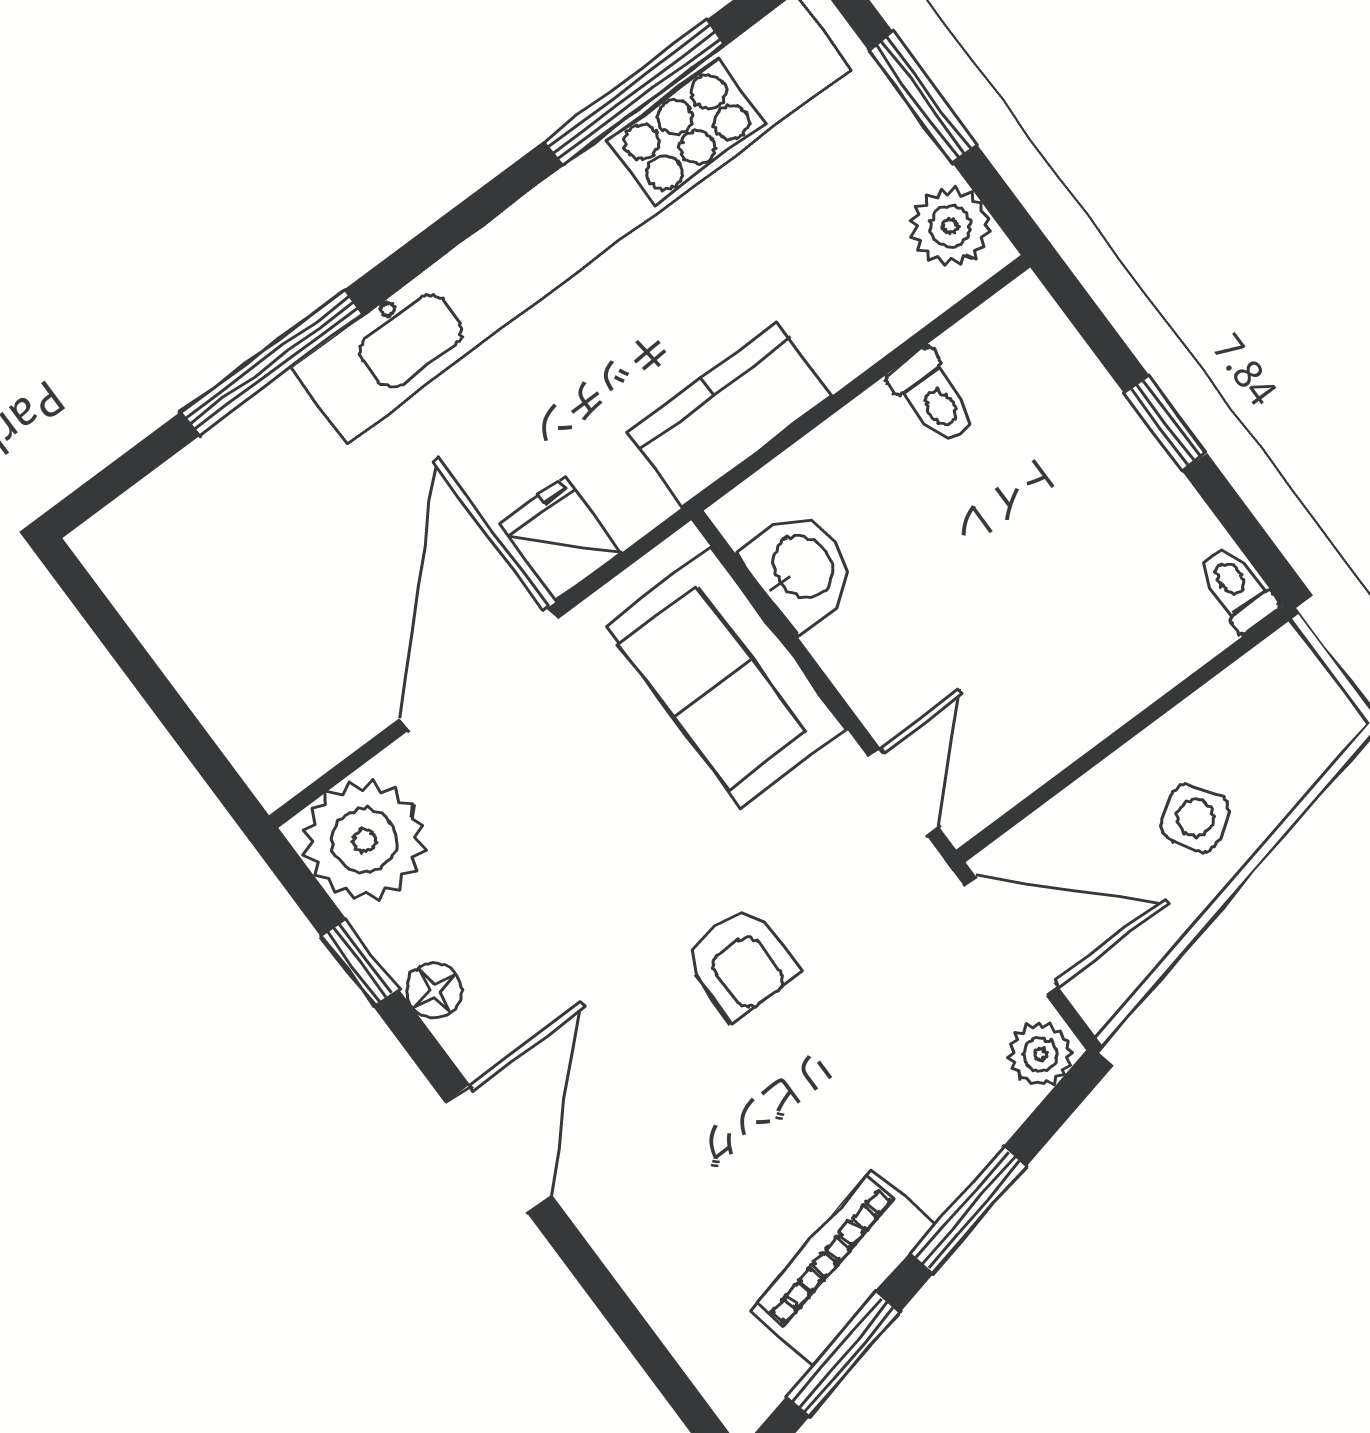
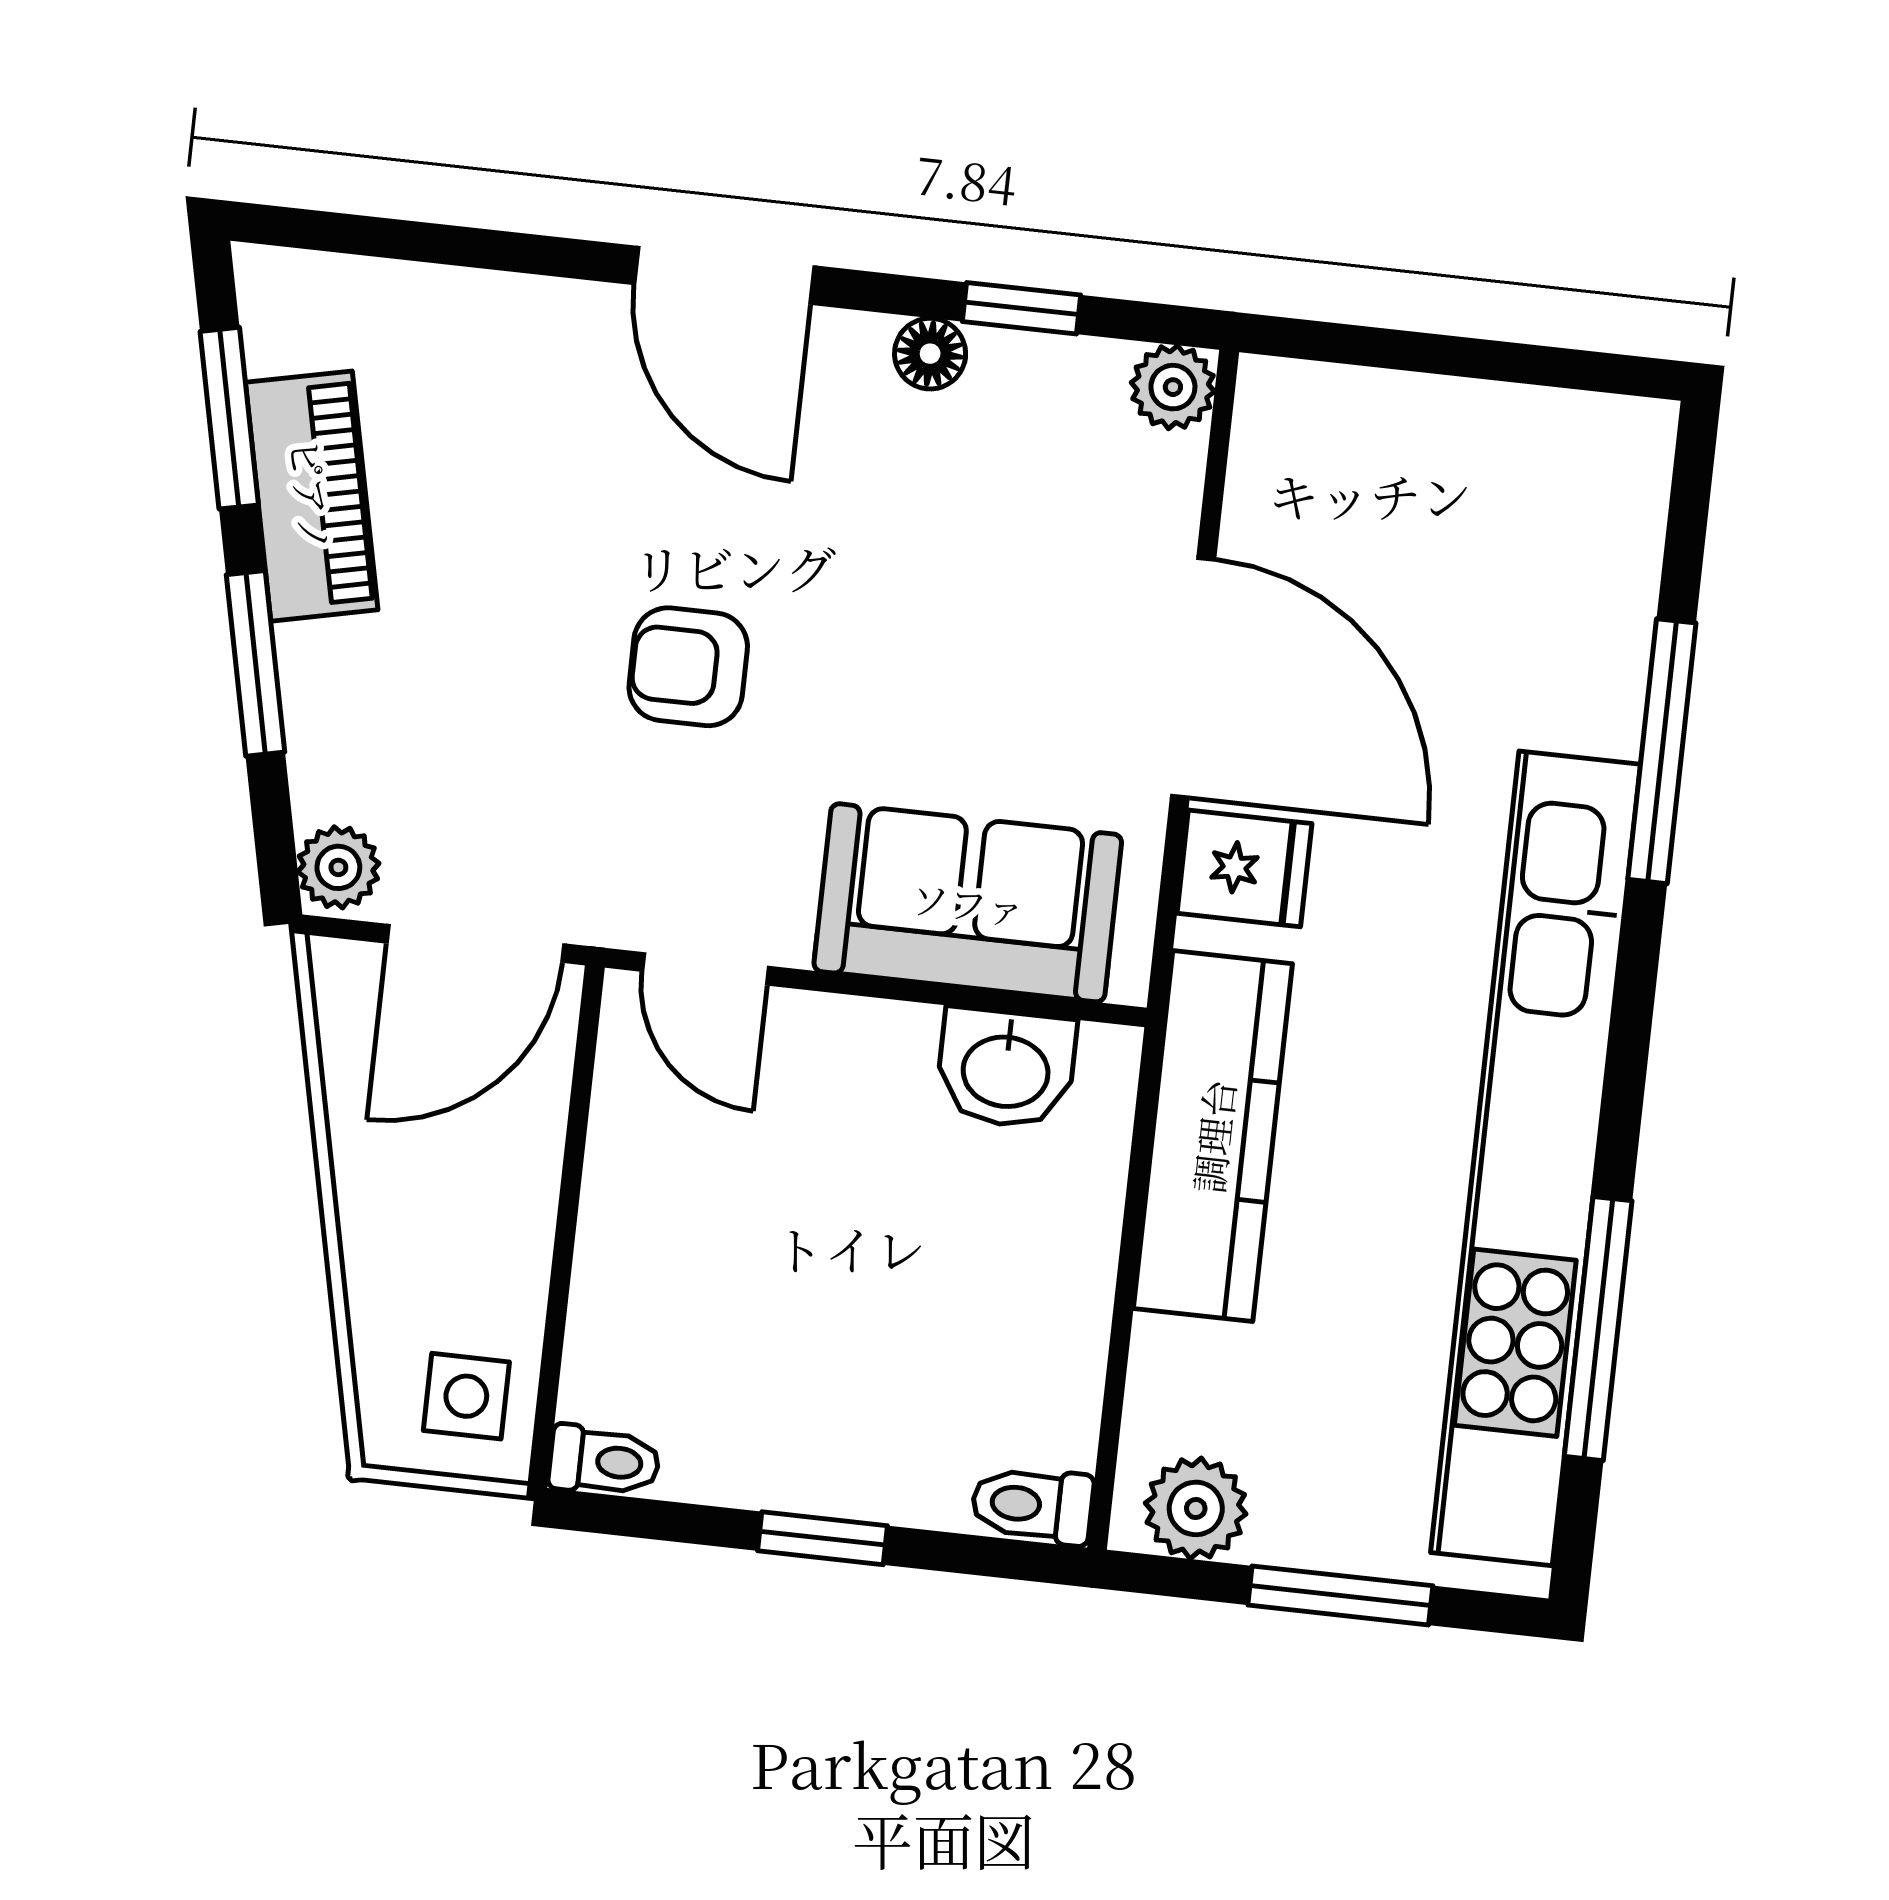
toilet: (933, 397) -> (1032, 1505), moved
kitchen counter: (729, 414) -> (1213, 1136), width x1.50
side table: (1195, 818) -> (466, 1396), moved, turned 33
plant: (364, 840) -> (1173, 387), width x0.53, depth x0.53

